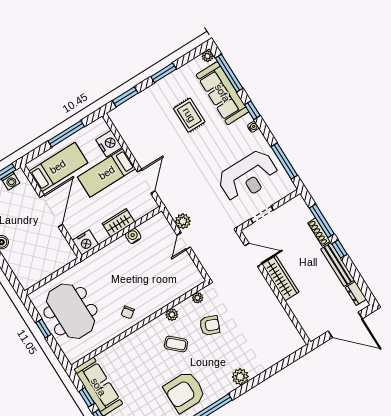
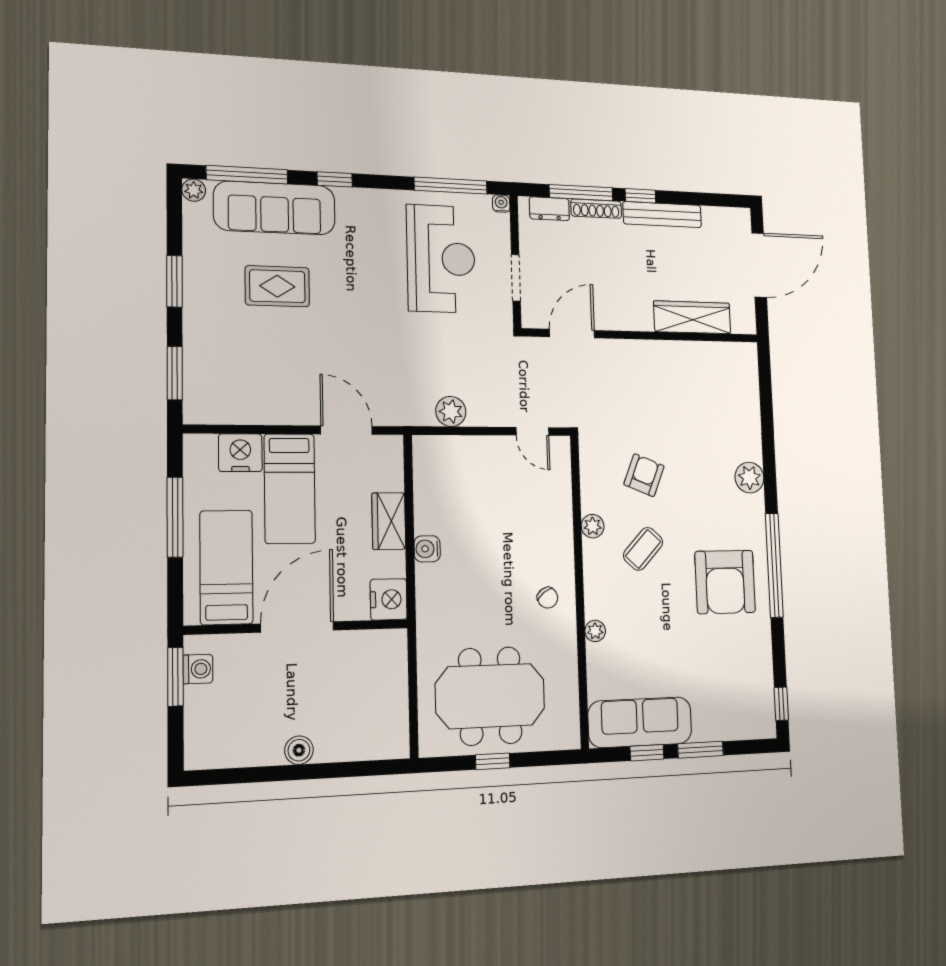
water cooler: (253, 127) -> (501, 204), moved
door: (51, 211) -> (297, 627), hinge flipped
water cooler: (133, 236) -> (427, 549), moved
door: (184, 241) -> (532, 431), moved
wardrobe: (280, 278) -> (692, 317), moved
dresser: (356, 293) -> (549, 209), moved
plant: (198, 298) -> (595, 631), moved

